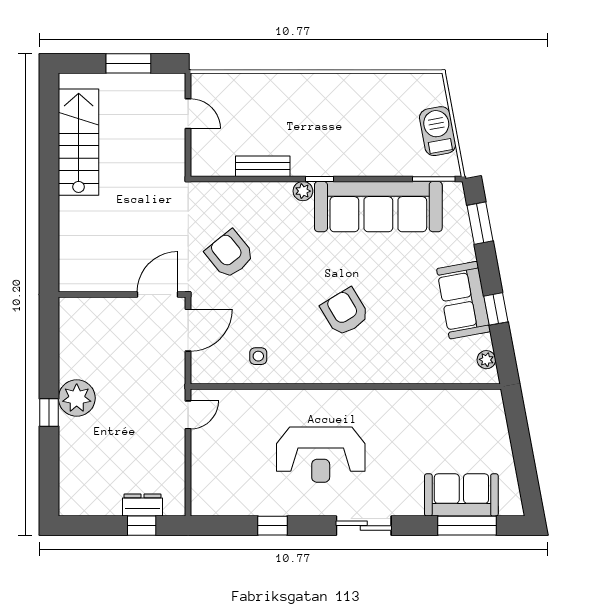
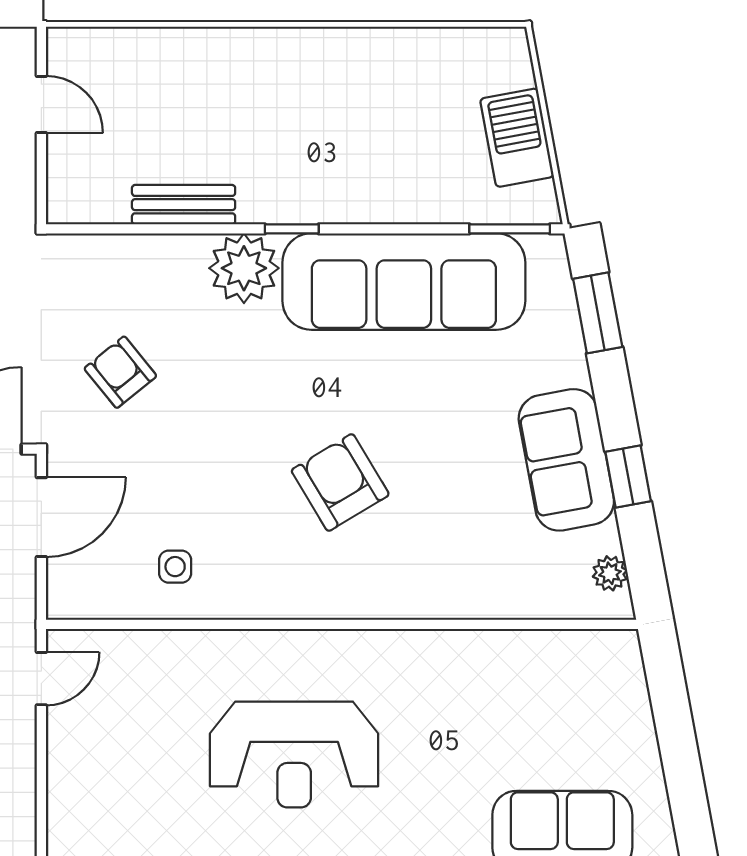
plant: (303, 191) -> (244, 268), width x1.88, depth x1.88
armchair: (230, 254) -> (120, 372), width x0.72, depth x0.72

